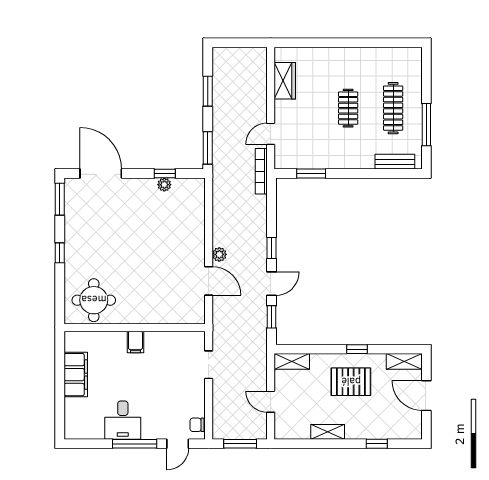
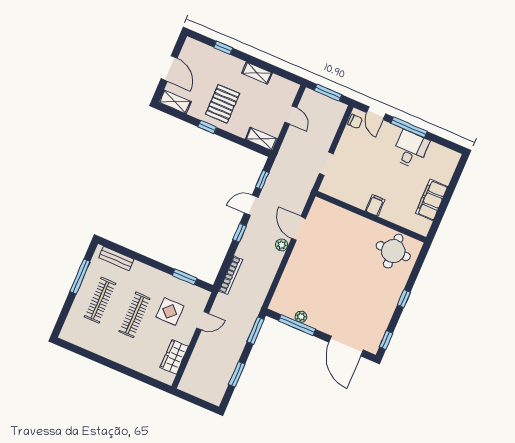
clothes rail: (348, 108) -> (135, 315), width x1.36
display table: (311, 128) -> (170, 312), added
bookcase: (261, 171) -> (231, 275), moved
window: (165, 174) -> (297, 325), width x2.17
window: (60, 199) -> (386, 340), width x0.67
pallet: (351, 382) -> (223, 104), turned 90
door: (178, 444) -> (376, 113), swing flipped

